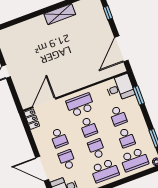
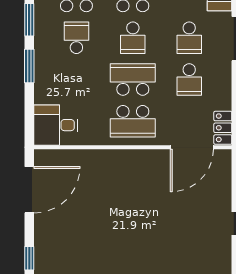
window: (139, 95) -> (29, 66), moved
school desk: (118, 116) -> (76, 79), removed
school desk: (88, 127) -> (133, 79), width x1.85
school desk: (59, 138) -> (189, 79), turned 180

